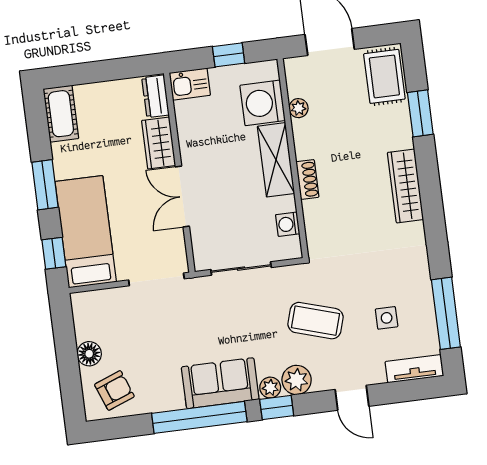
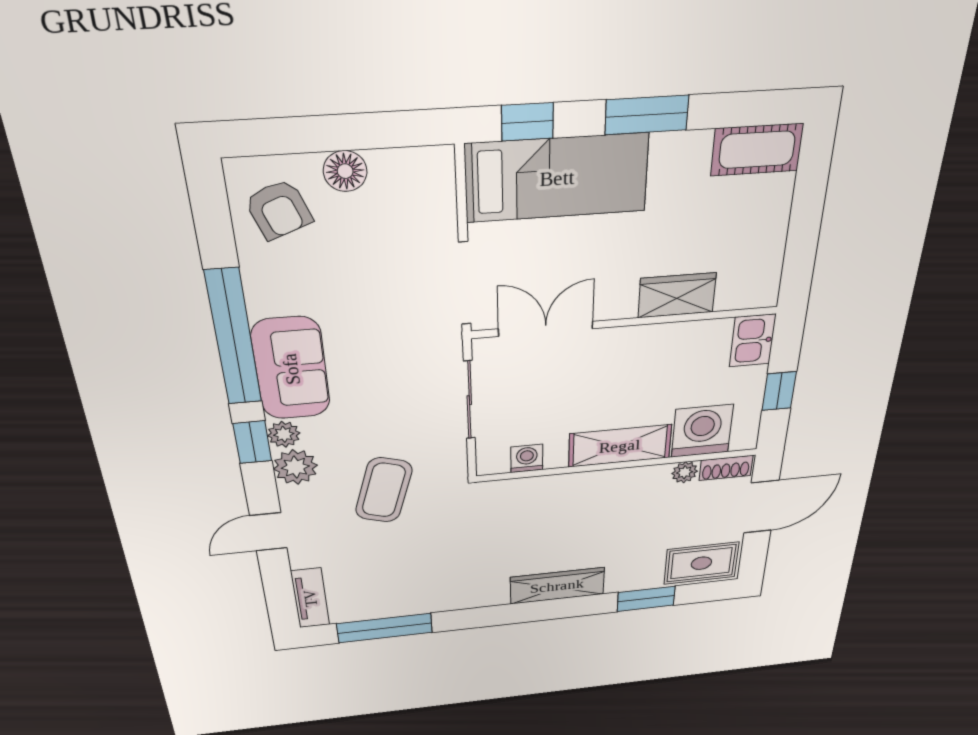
dresser: (156, 96) -> (747, 294), removed
shoe rack: (307, 180) -> (726, 468), moved
double door: (182, 197) -> (546, 329), moved
side table: (387, 318) -> (383, 568), removed

